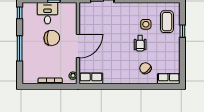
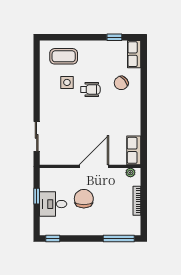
window: (182, 31) -> (114, 37), moved
door: (78, 46) -> (94, 166), hinge flipped
window: (20, 48) -> (119, 239), moved

